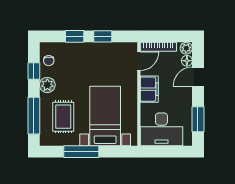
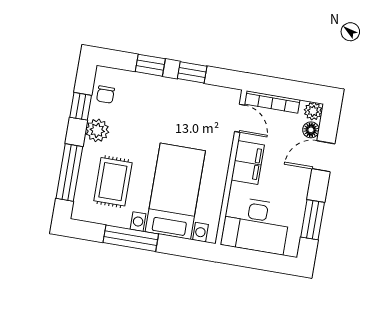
door: (139, 61) -> (240, 118), hinge flipped

